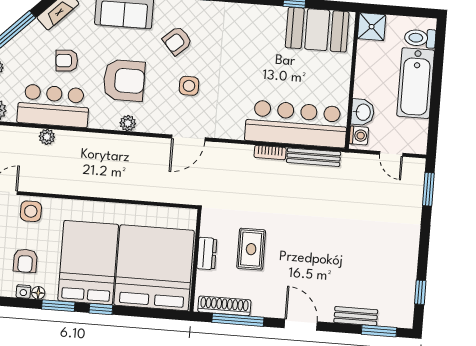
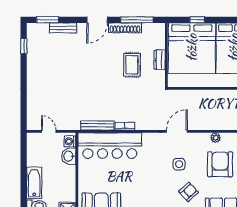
armchair: (124, 80) -> (220, 164), turned 90
bathtub: (416, 83) -> (34, 183), width x0.73, depth x0.73
window: (428, 189) -> (24, 111), removed
shoe rack: (224, 306) -> (125, 28), moved
window: (101, 309) -> (197, 20), moved
door: (301, 325) -> (97, 20), hinge flipped

